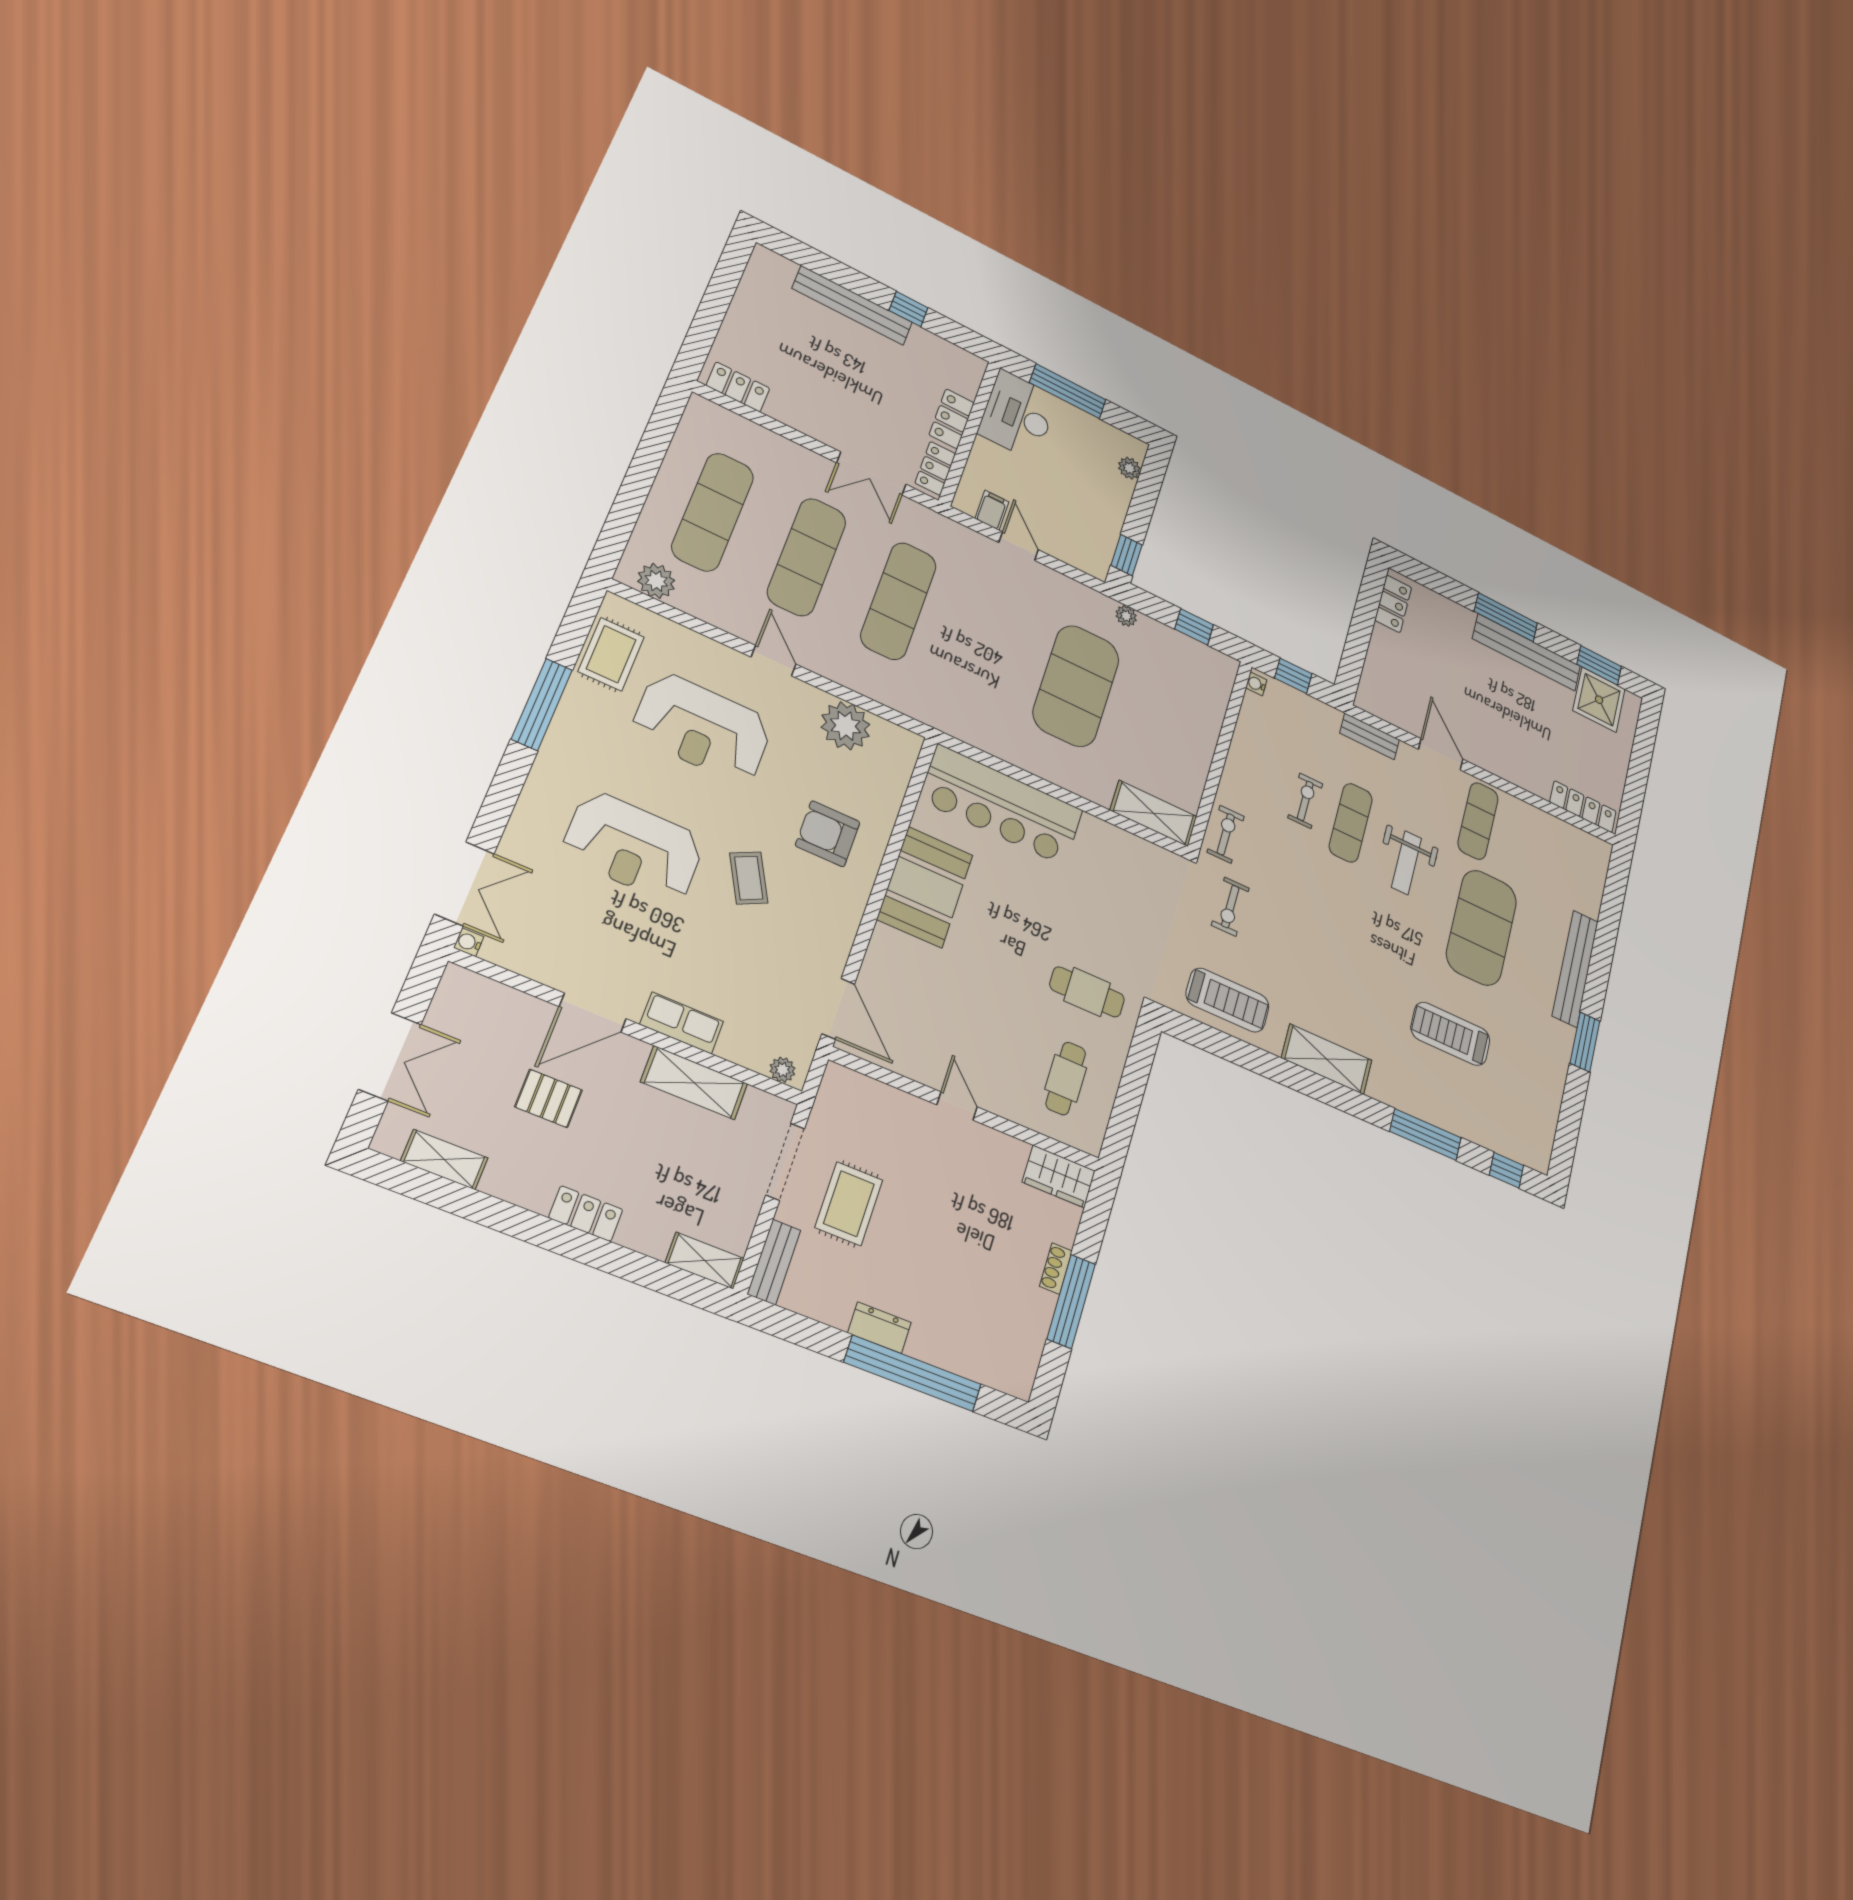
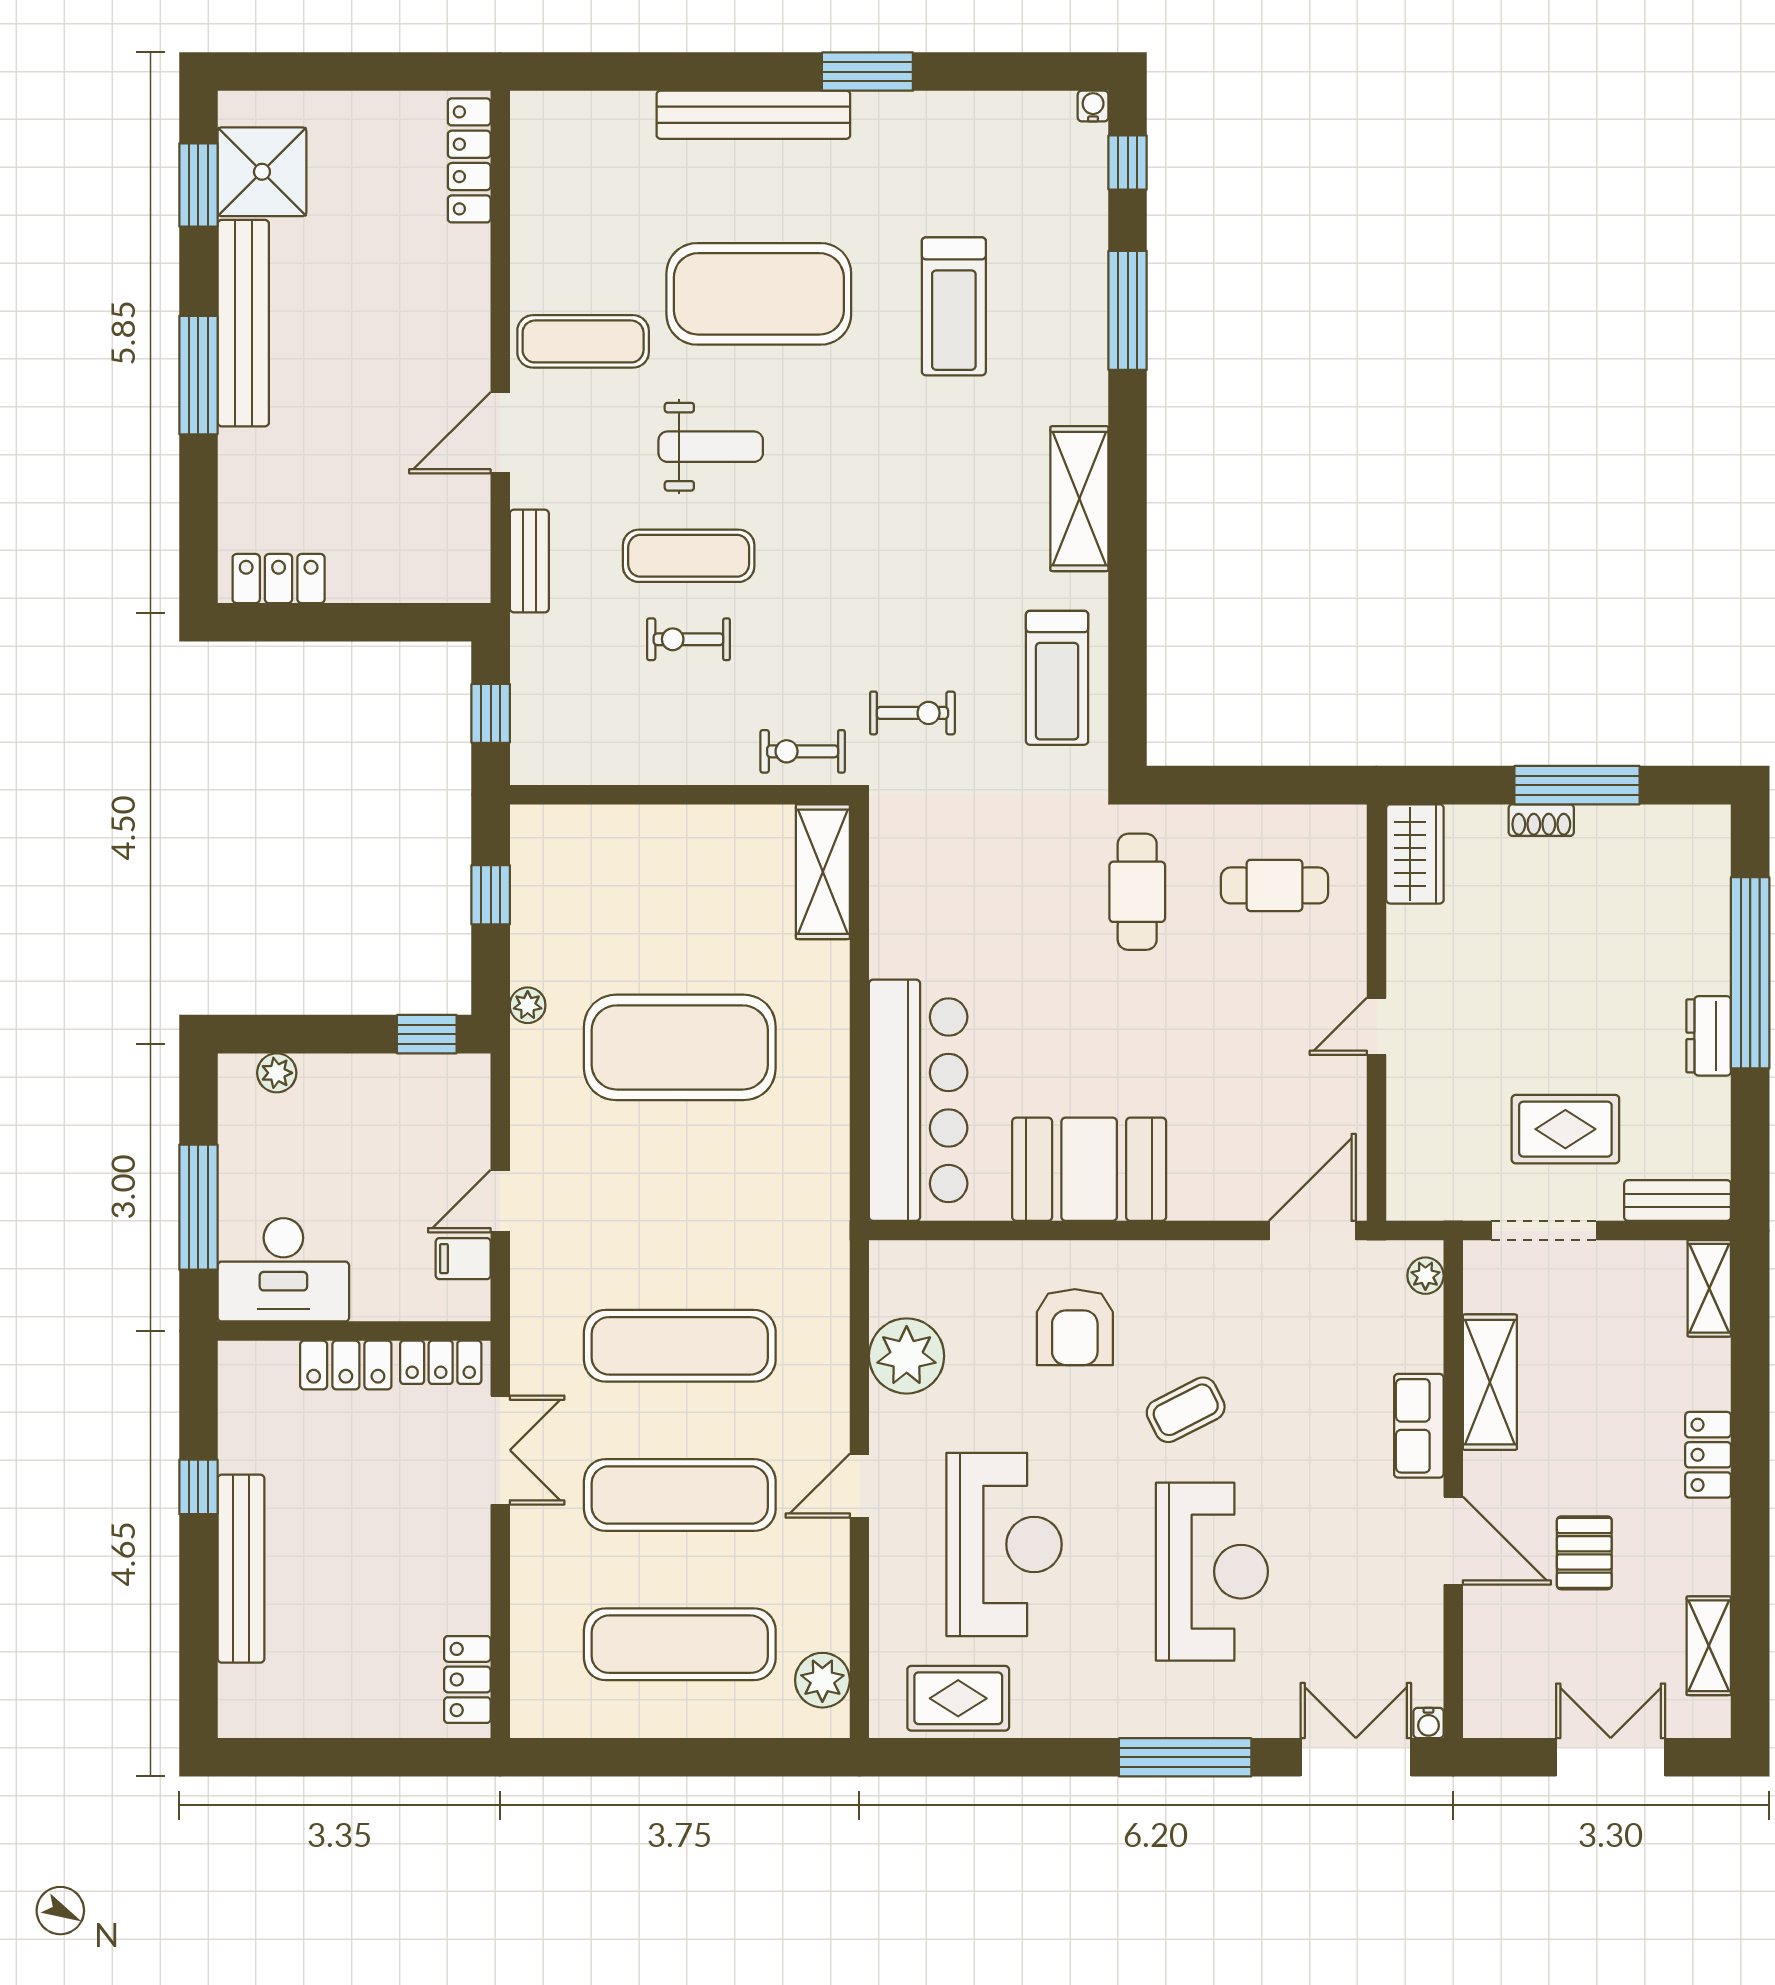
water cooler: (1256, 684) -> (1093, 106), moved, turned 180
window: (542, 704) -> (1185, 1757), moved
treadmill: (1228, 1000) -> (1057, 678), turned 180

